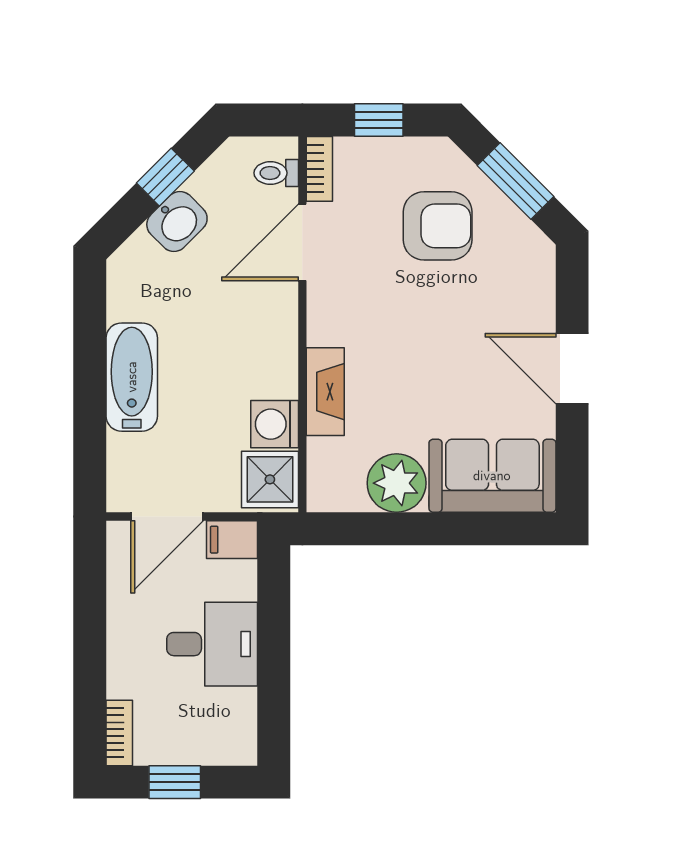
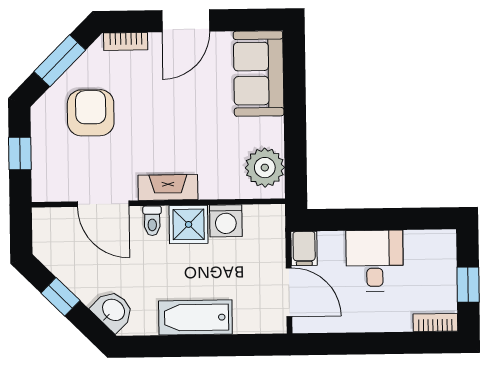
bookcase: (319, 169) -> (126, 41), moved, turned 180
toilet: (276, 173) -> (152, 221), moved
washbasin: (177, 221) -> (113, 311), moved
fireplace: (325, 392) -> (168, 187), moved
shower: (270, 479) -> (189, 224), moved
plant: (397, 483) -> (265, 168), moved

